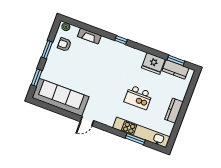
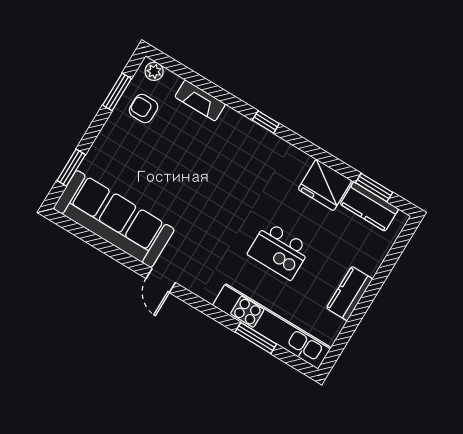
window: (47, 50) -> (117, 92), moved
door: (87, 121) -> (161, 281), hinge flipped

